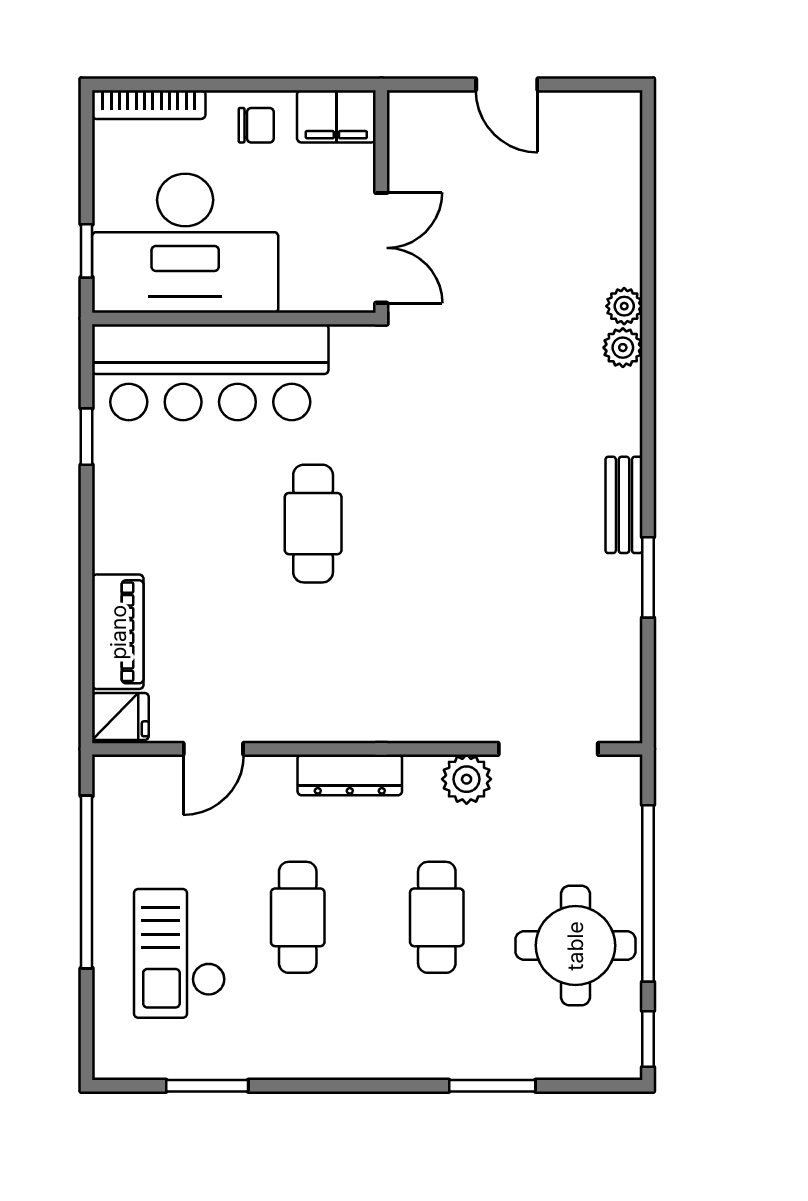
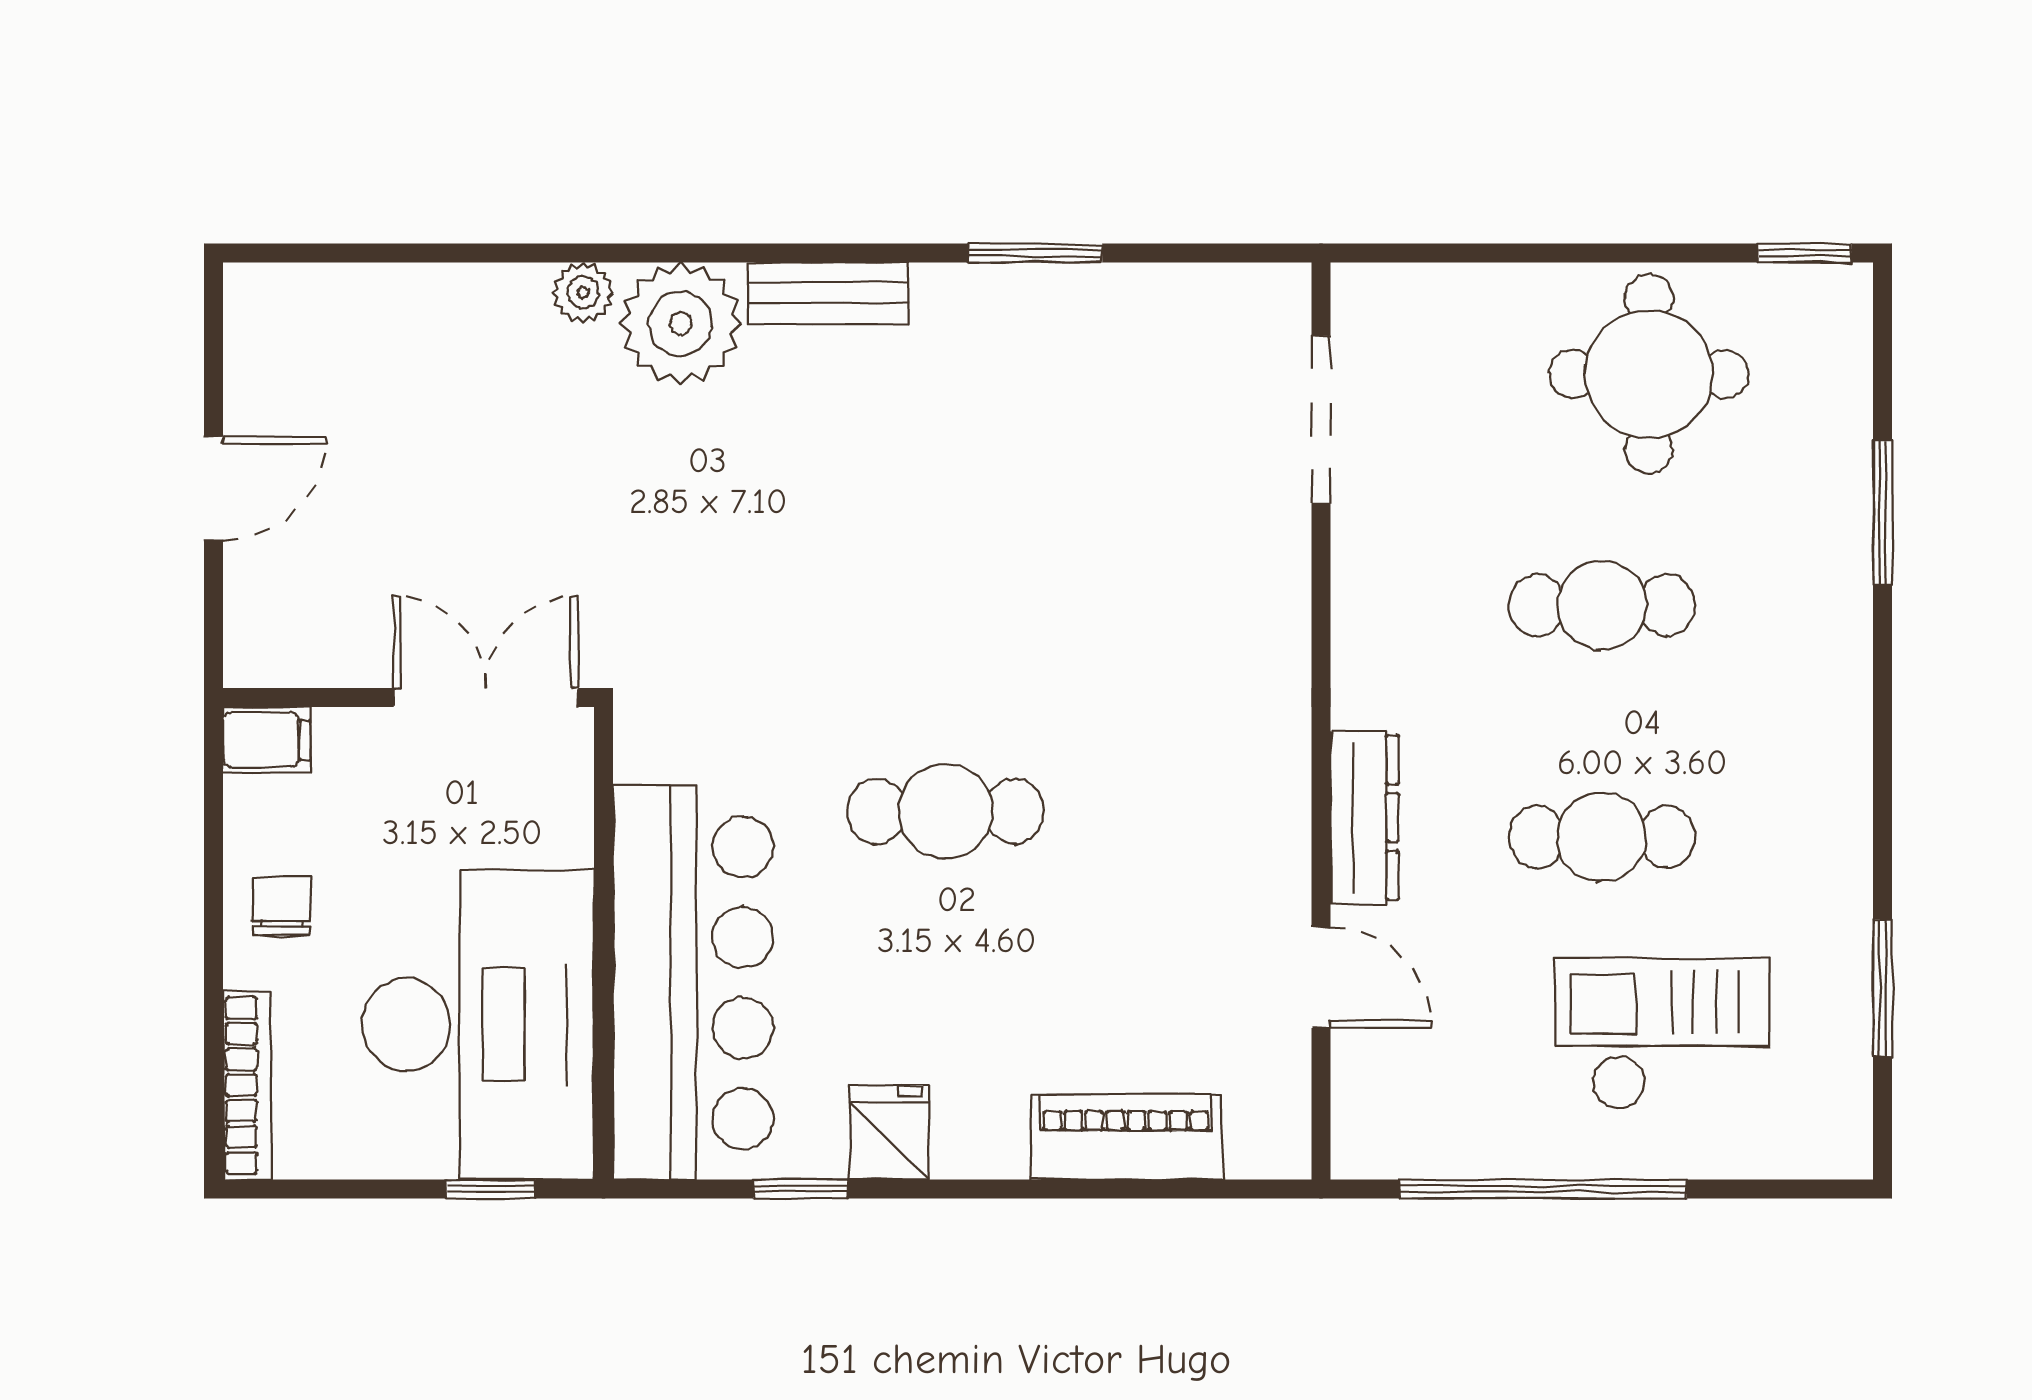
filing cabinet: (336, 116) -> (267, 740), width x0.50
plant: (623, 348) -> (681, 324), width x1.88, depth x1.88
bench: (624, 505) -> (829, 293), moved
fridge: (120, 716) -> (889, 1132), moved
dresser: (350, 775) -> (1364, 817), moved
plant: (467, 779) -> (1371, 555), removed
window: (648, 893) -> (1562, 253), removed
checkout: (180, 953) -> (1662, 1034), turned 180

